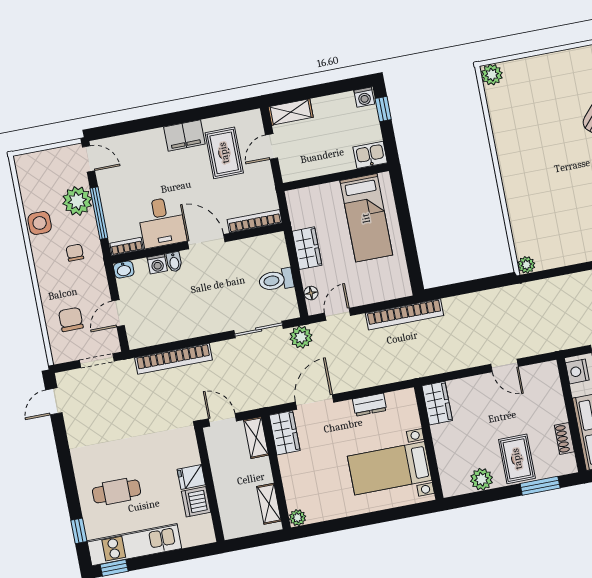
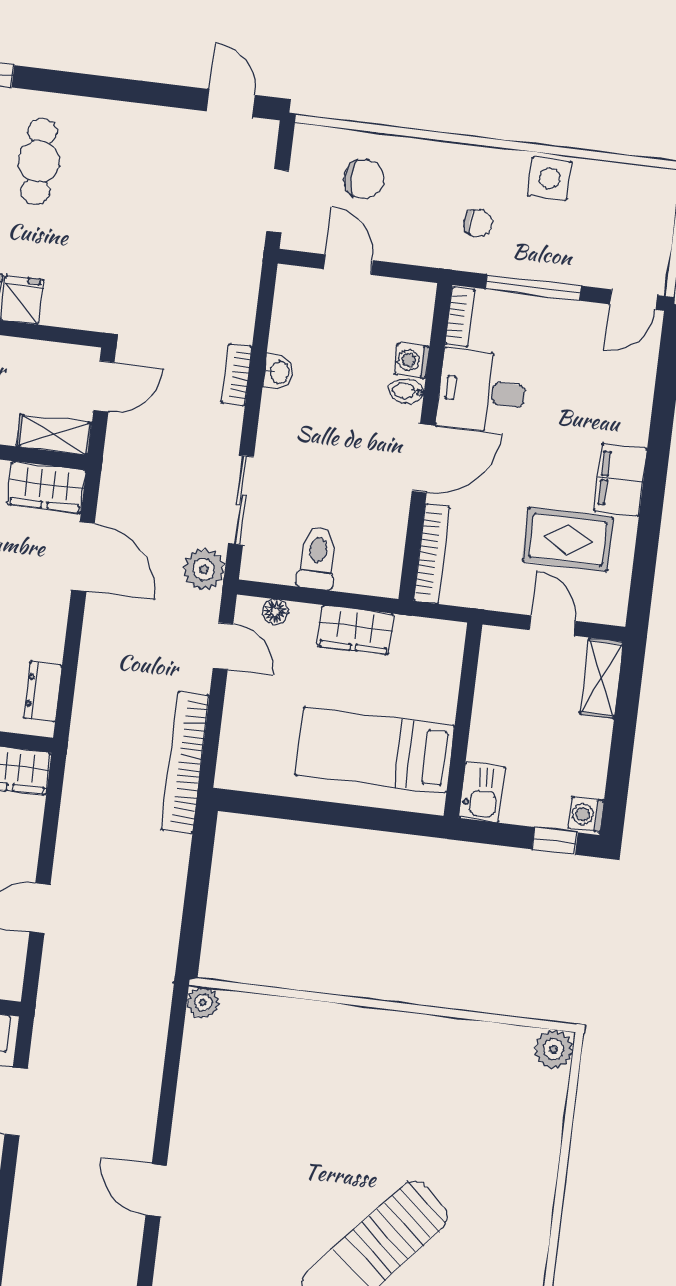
plant: (77, 201) -> (567, 257), removed
washbasin: (124, 270) -> (278, 372), moved, turned 180
bookcase: (174, 359) -> (237, 375), width x0.43, depth x0.76
dresser: (370, 405) -> (43, 692), moved

